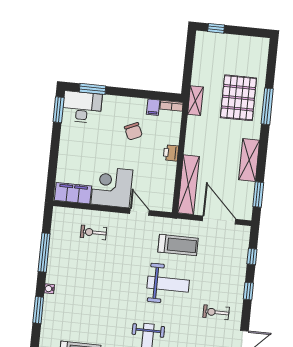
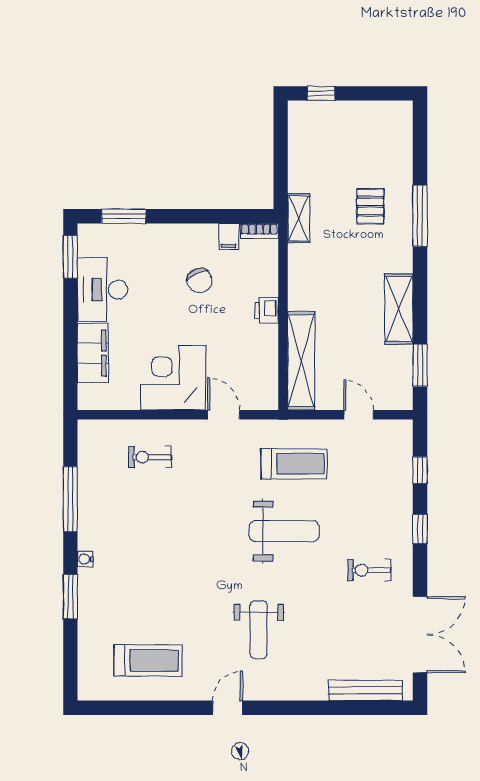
pallet: (238, 98) -> (370, 206), width x0.49, depth x0.50
desk: (82, 107) -> (103, 289), moved, turned -90
filing cabinet: (73, 193) -> (93, 353), moved, turned 90
door: (219, 220) -> (359, 415), width x0.53

